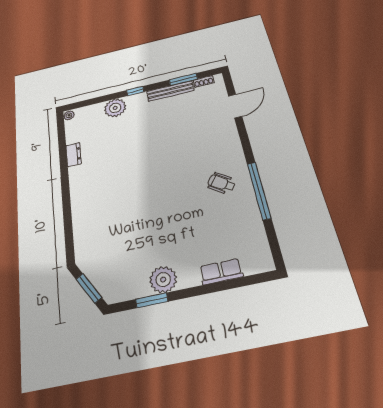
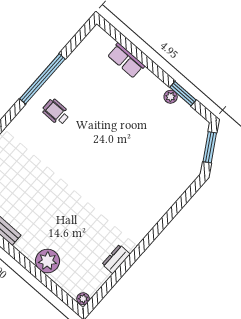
window: (135, 91) -> (18, 257), removed
wheelchair: (222, 183) -> (56, 112), turned 145
plant: (163, 280) -> (171, 97), width x0.53, depth x0.53

